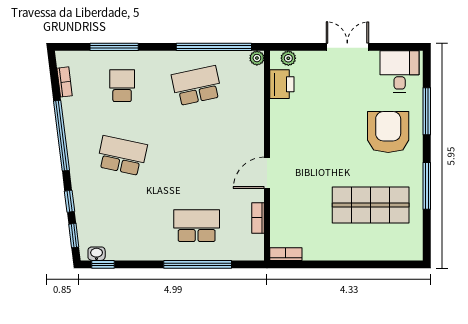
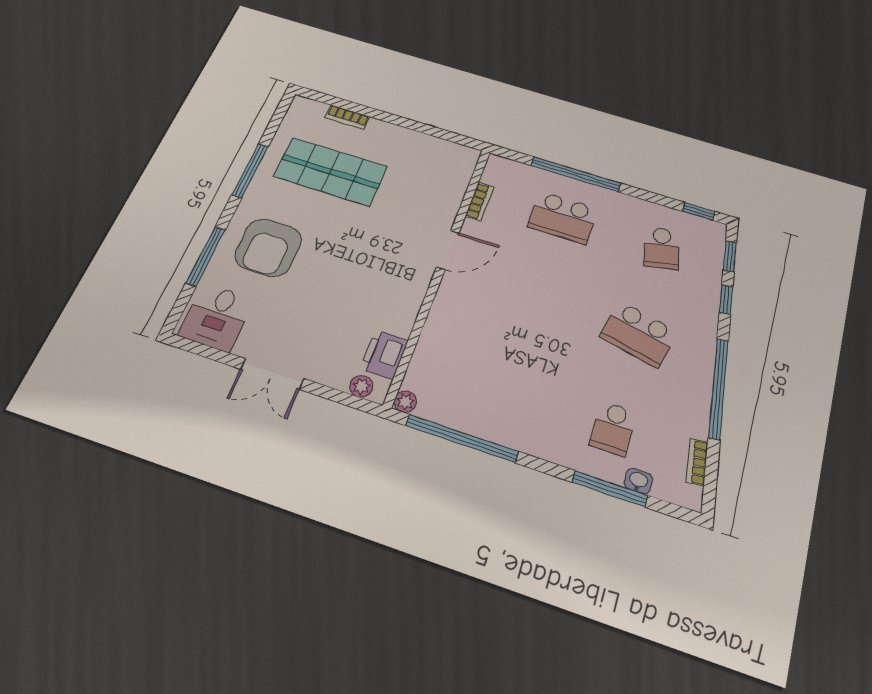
school desk: (197, 86) -> (662, 248), moved, width x0.54
washbasin: (97, 254) -> (638, 481), moved, turned 180
bookcase: (286, 254) -> (347, 117), moved

